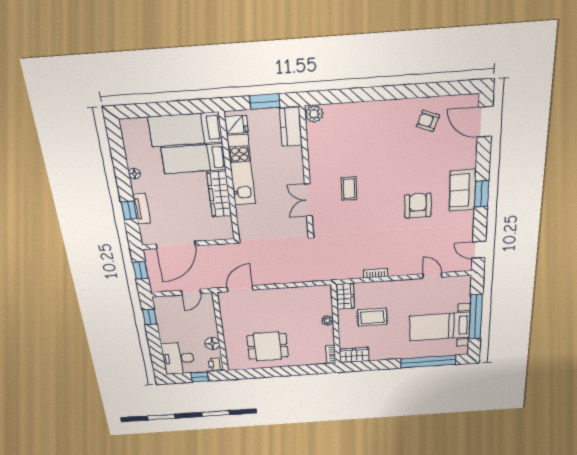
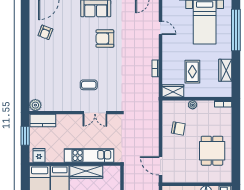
kitchen unit: (241, 170) -> (89, 155), moved
door: (432, 275) -> (160, 28), swing flipped
chair: (294, 306) -> (178, 128), added
wardrobe: (354, 355) -> (225, 70), moved

